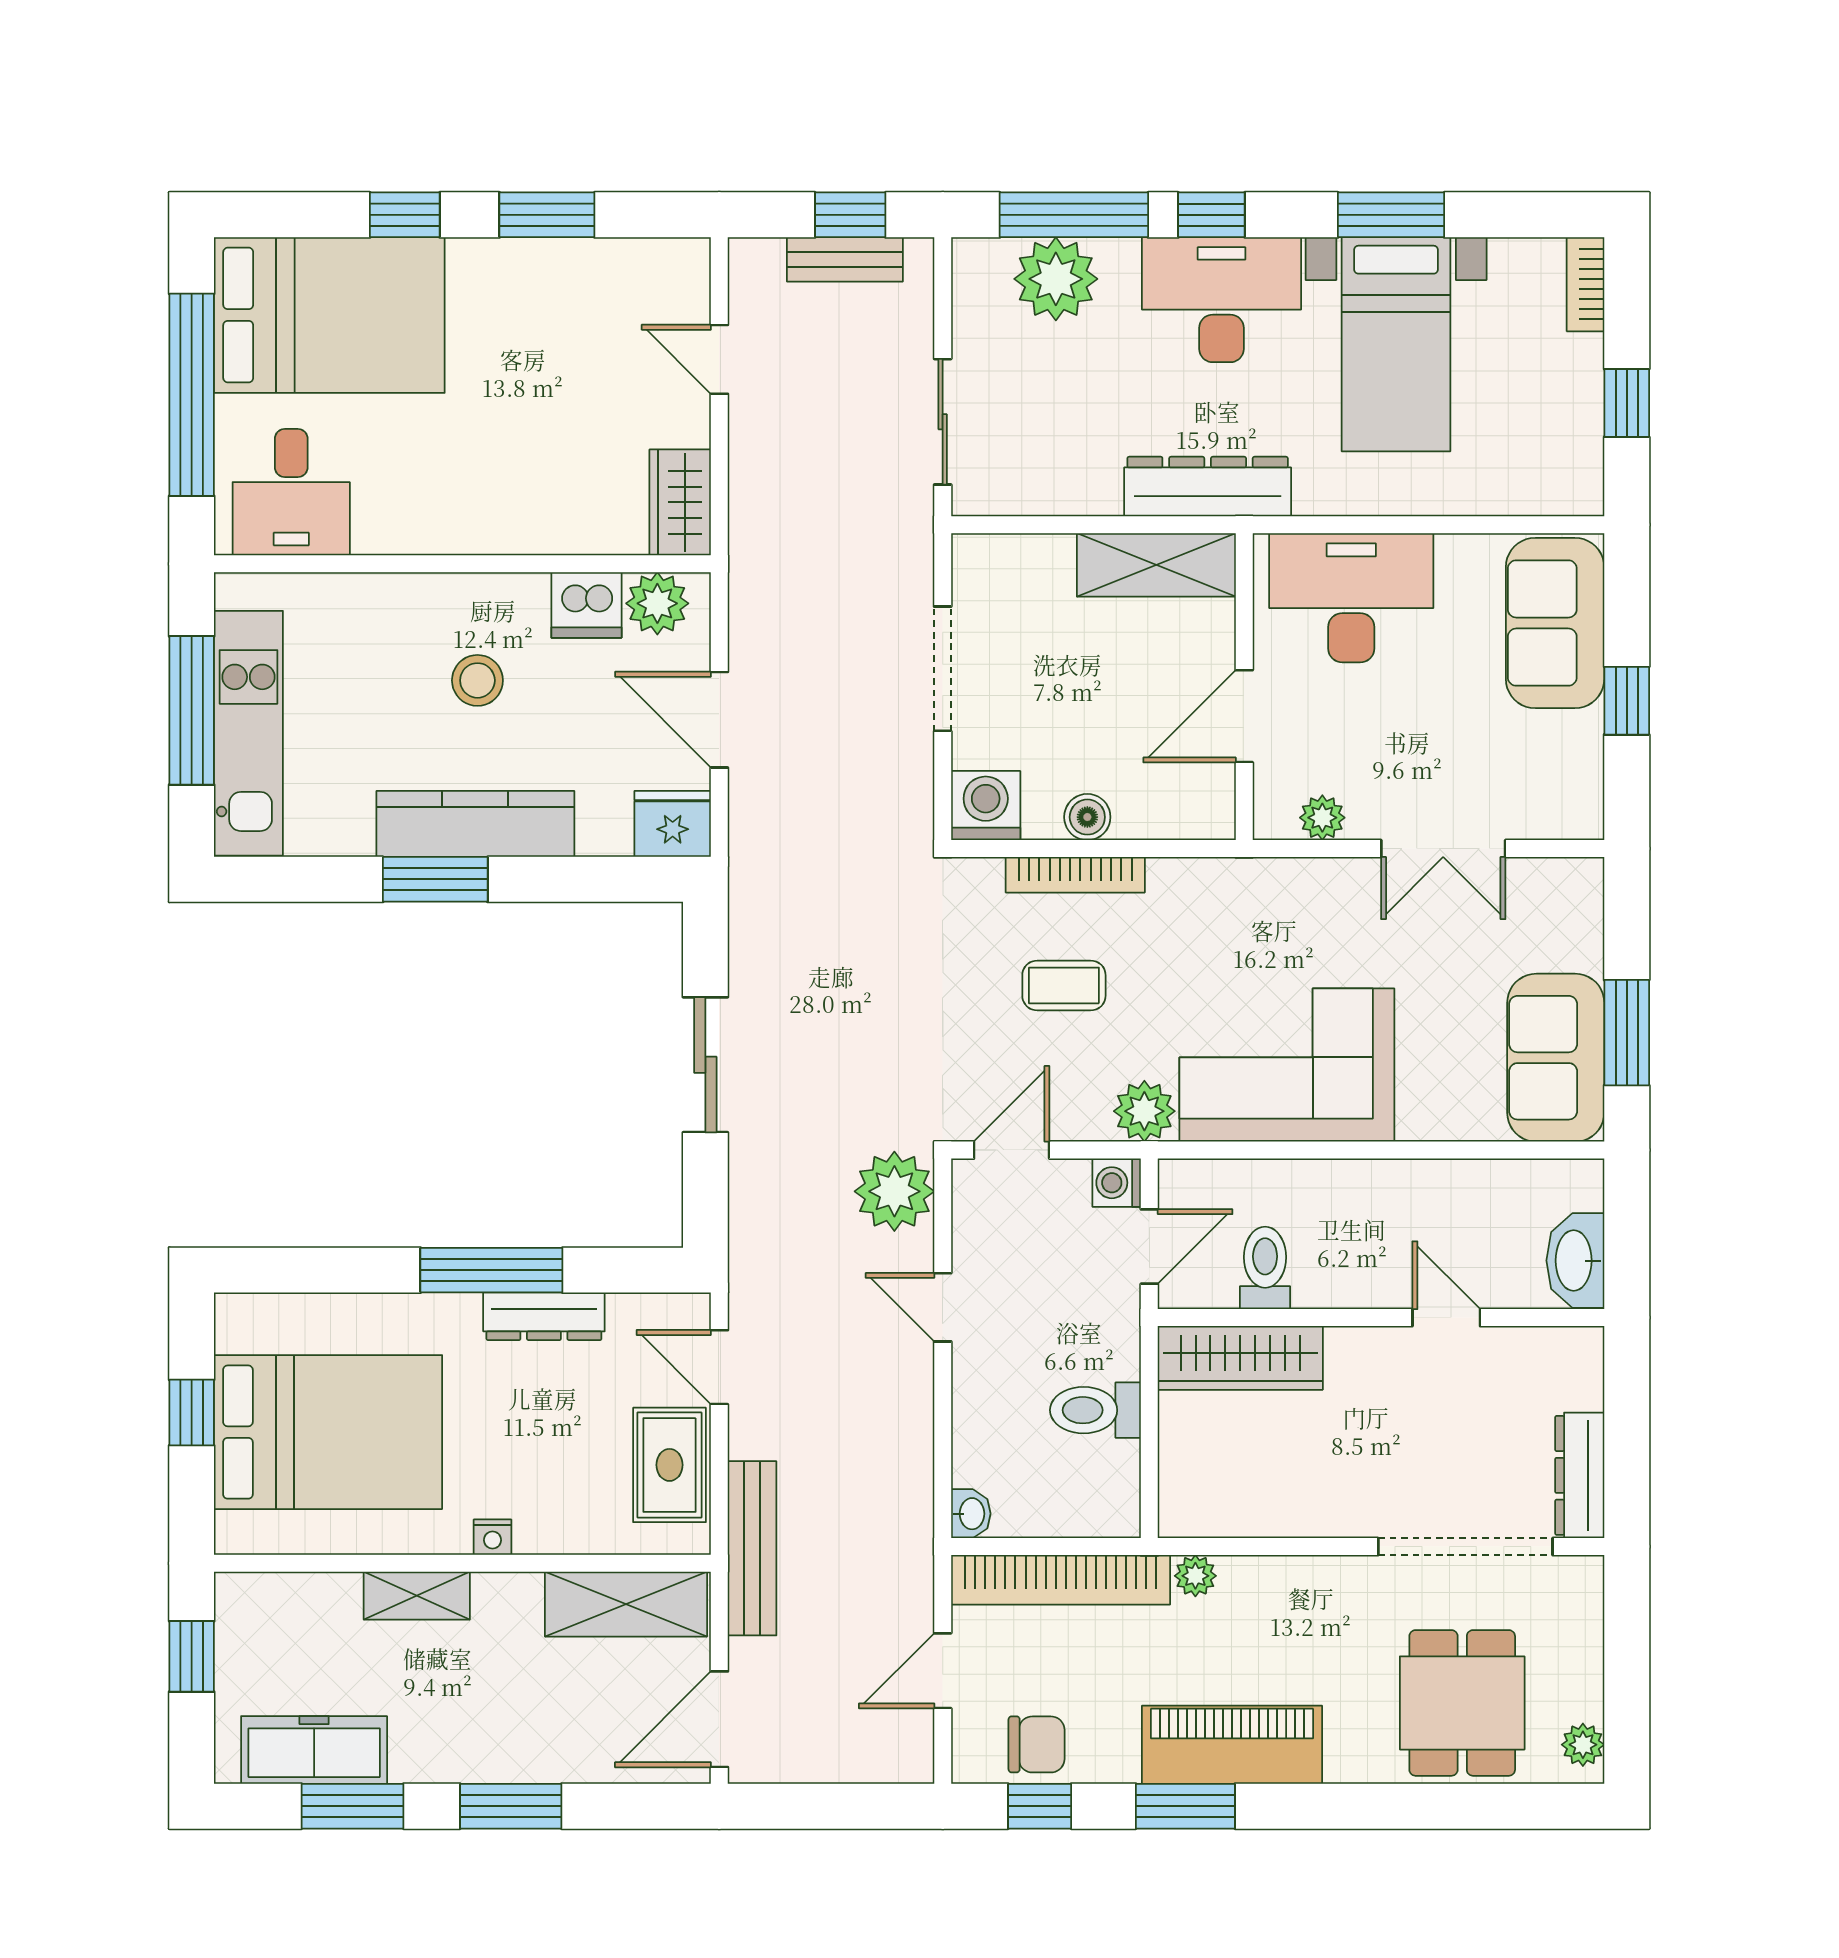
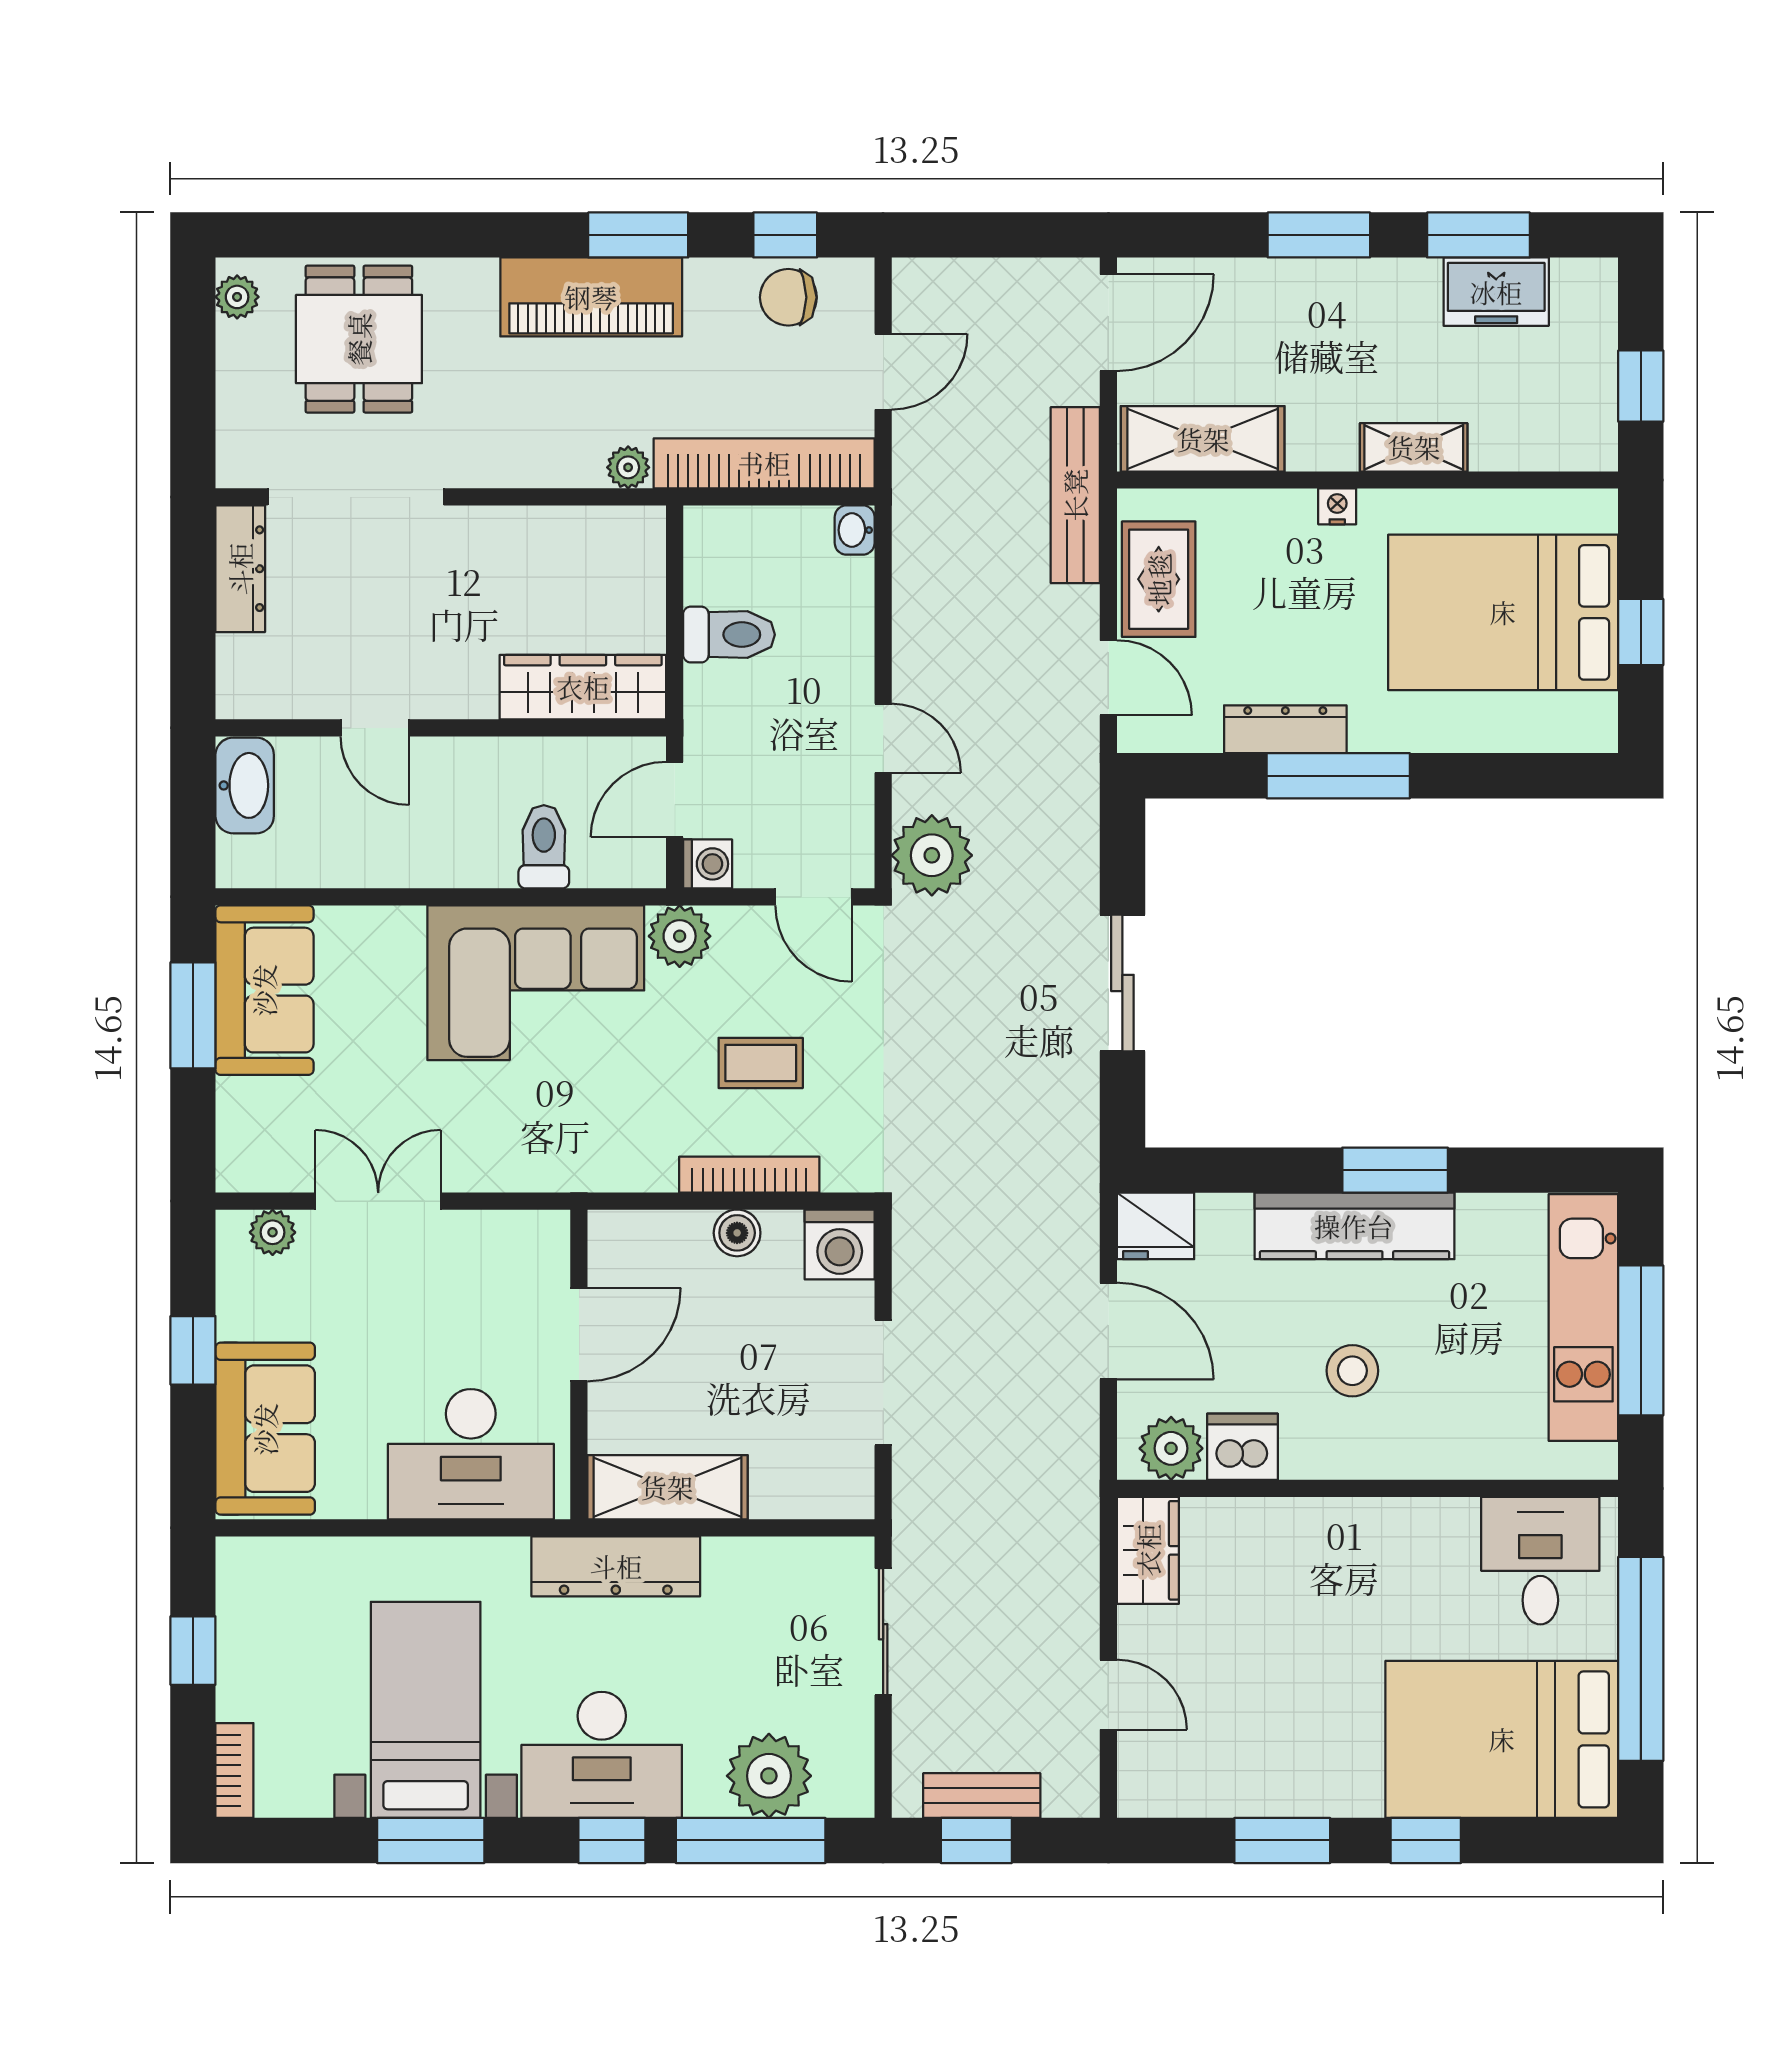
plant: (1322, 818) -> (273, 1232), moved
door: (1012, 1150) -> (814, 897), hinge flipped
toilet: (1265, 1268) -> (544, 847), moved, turned 180
freezer: (314, 1750) -> (1496, 292), width x0.71

